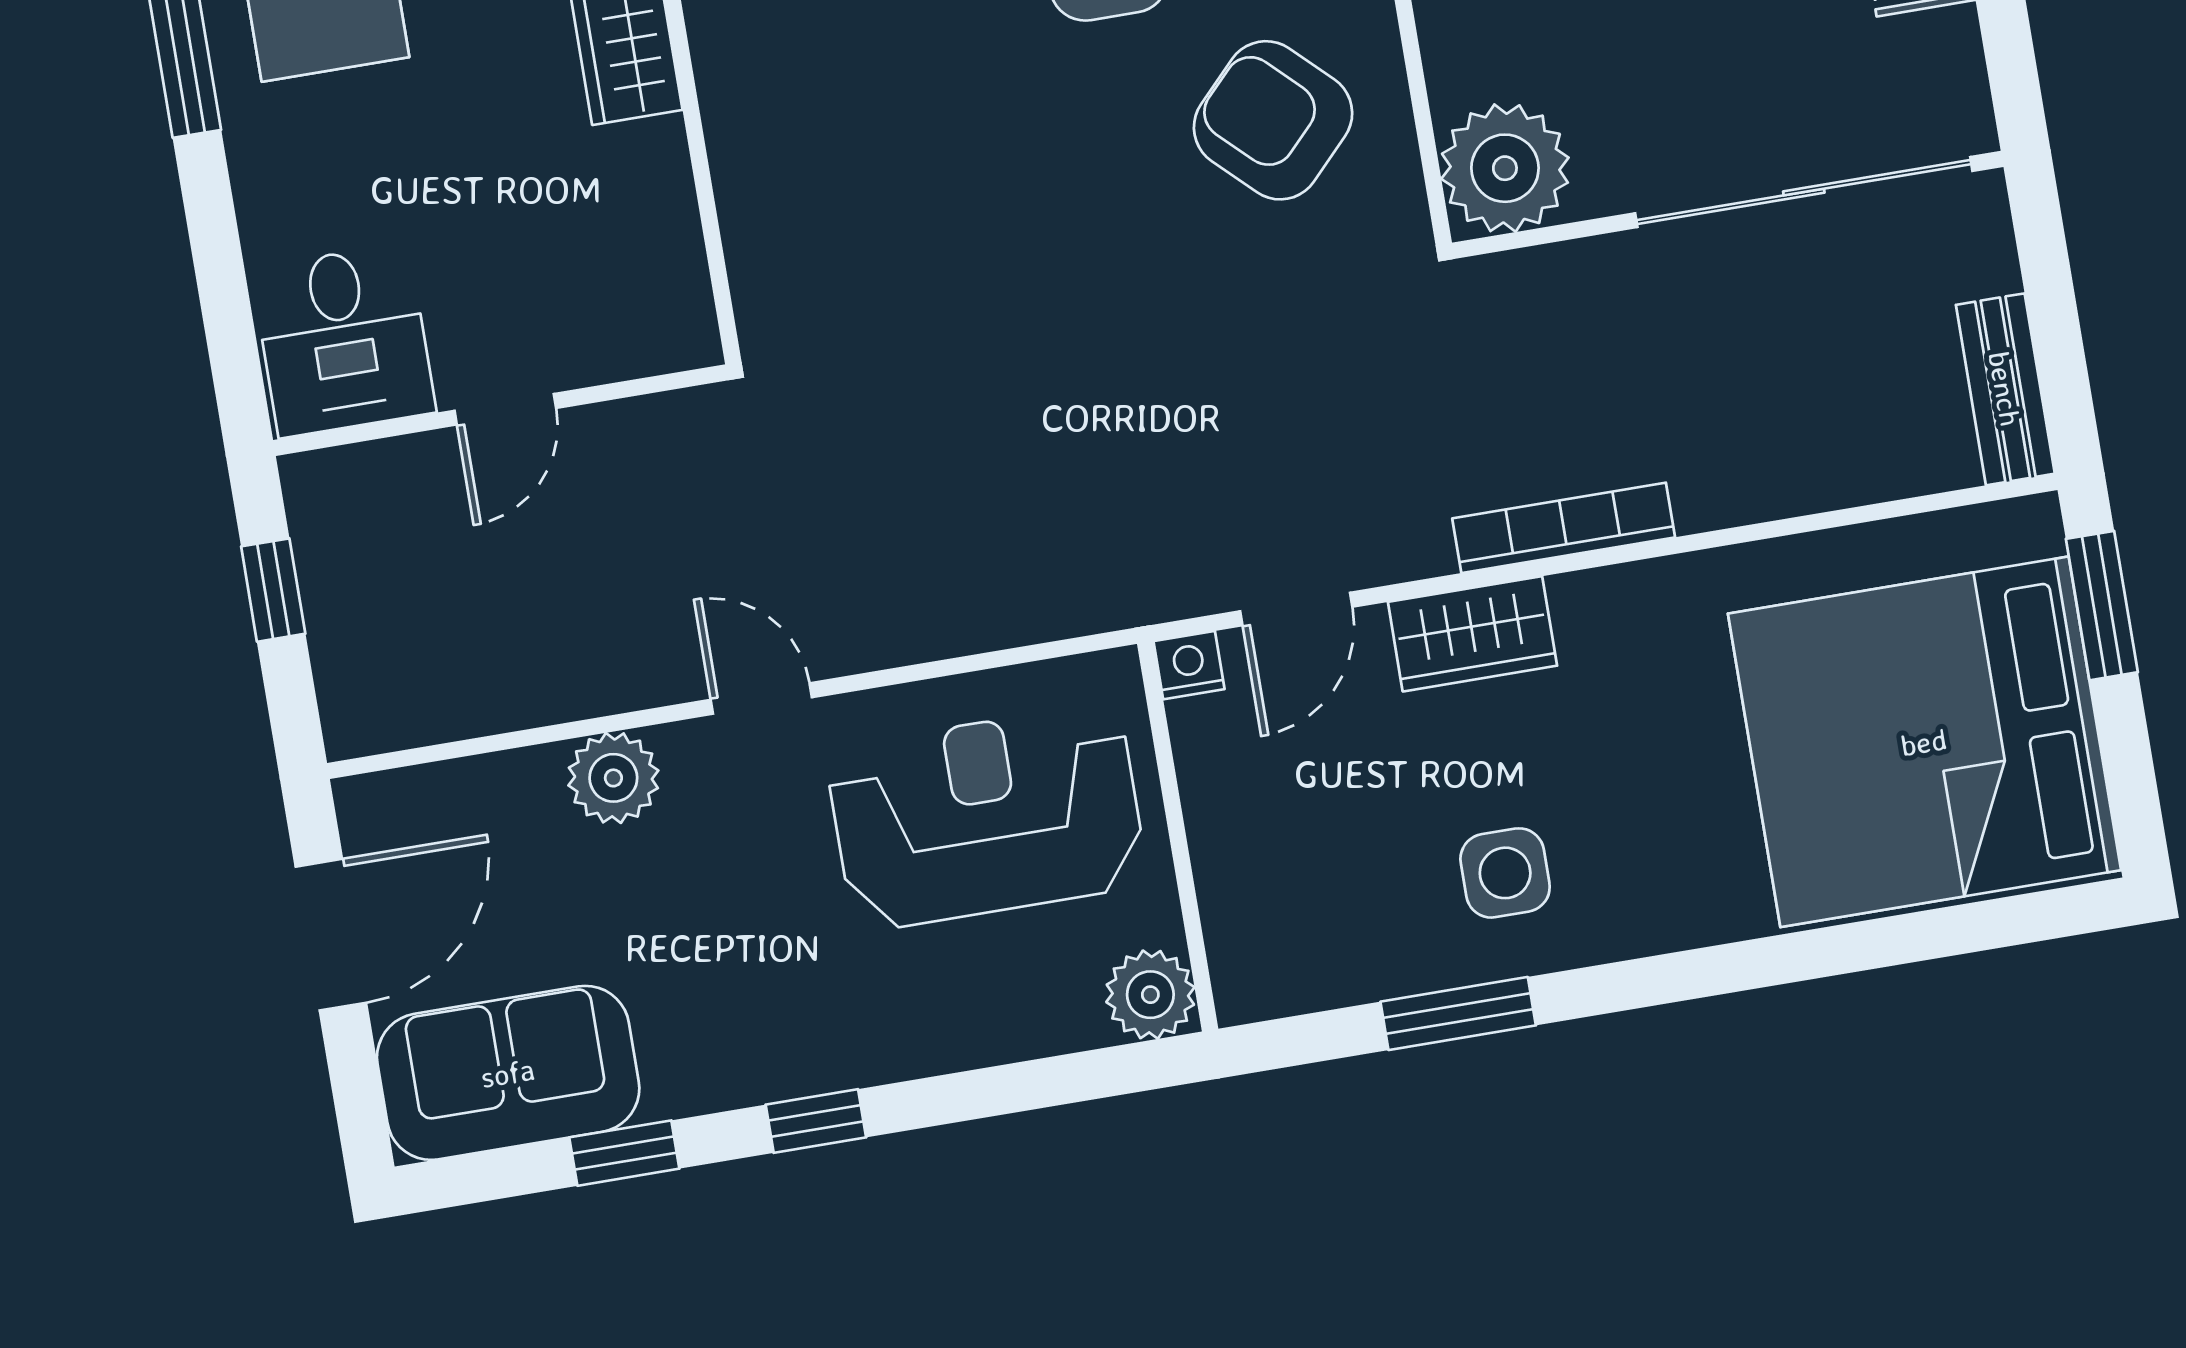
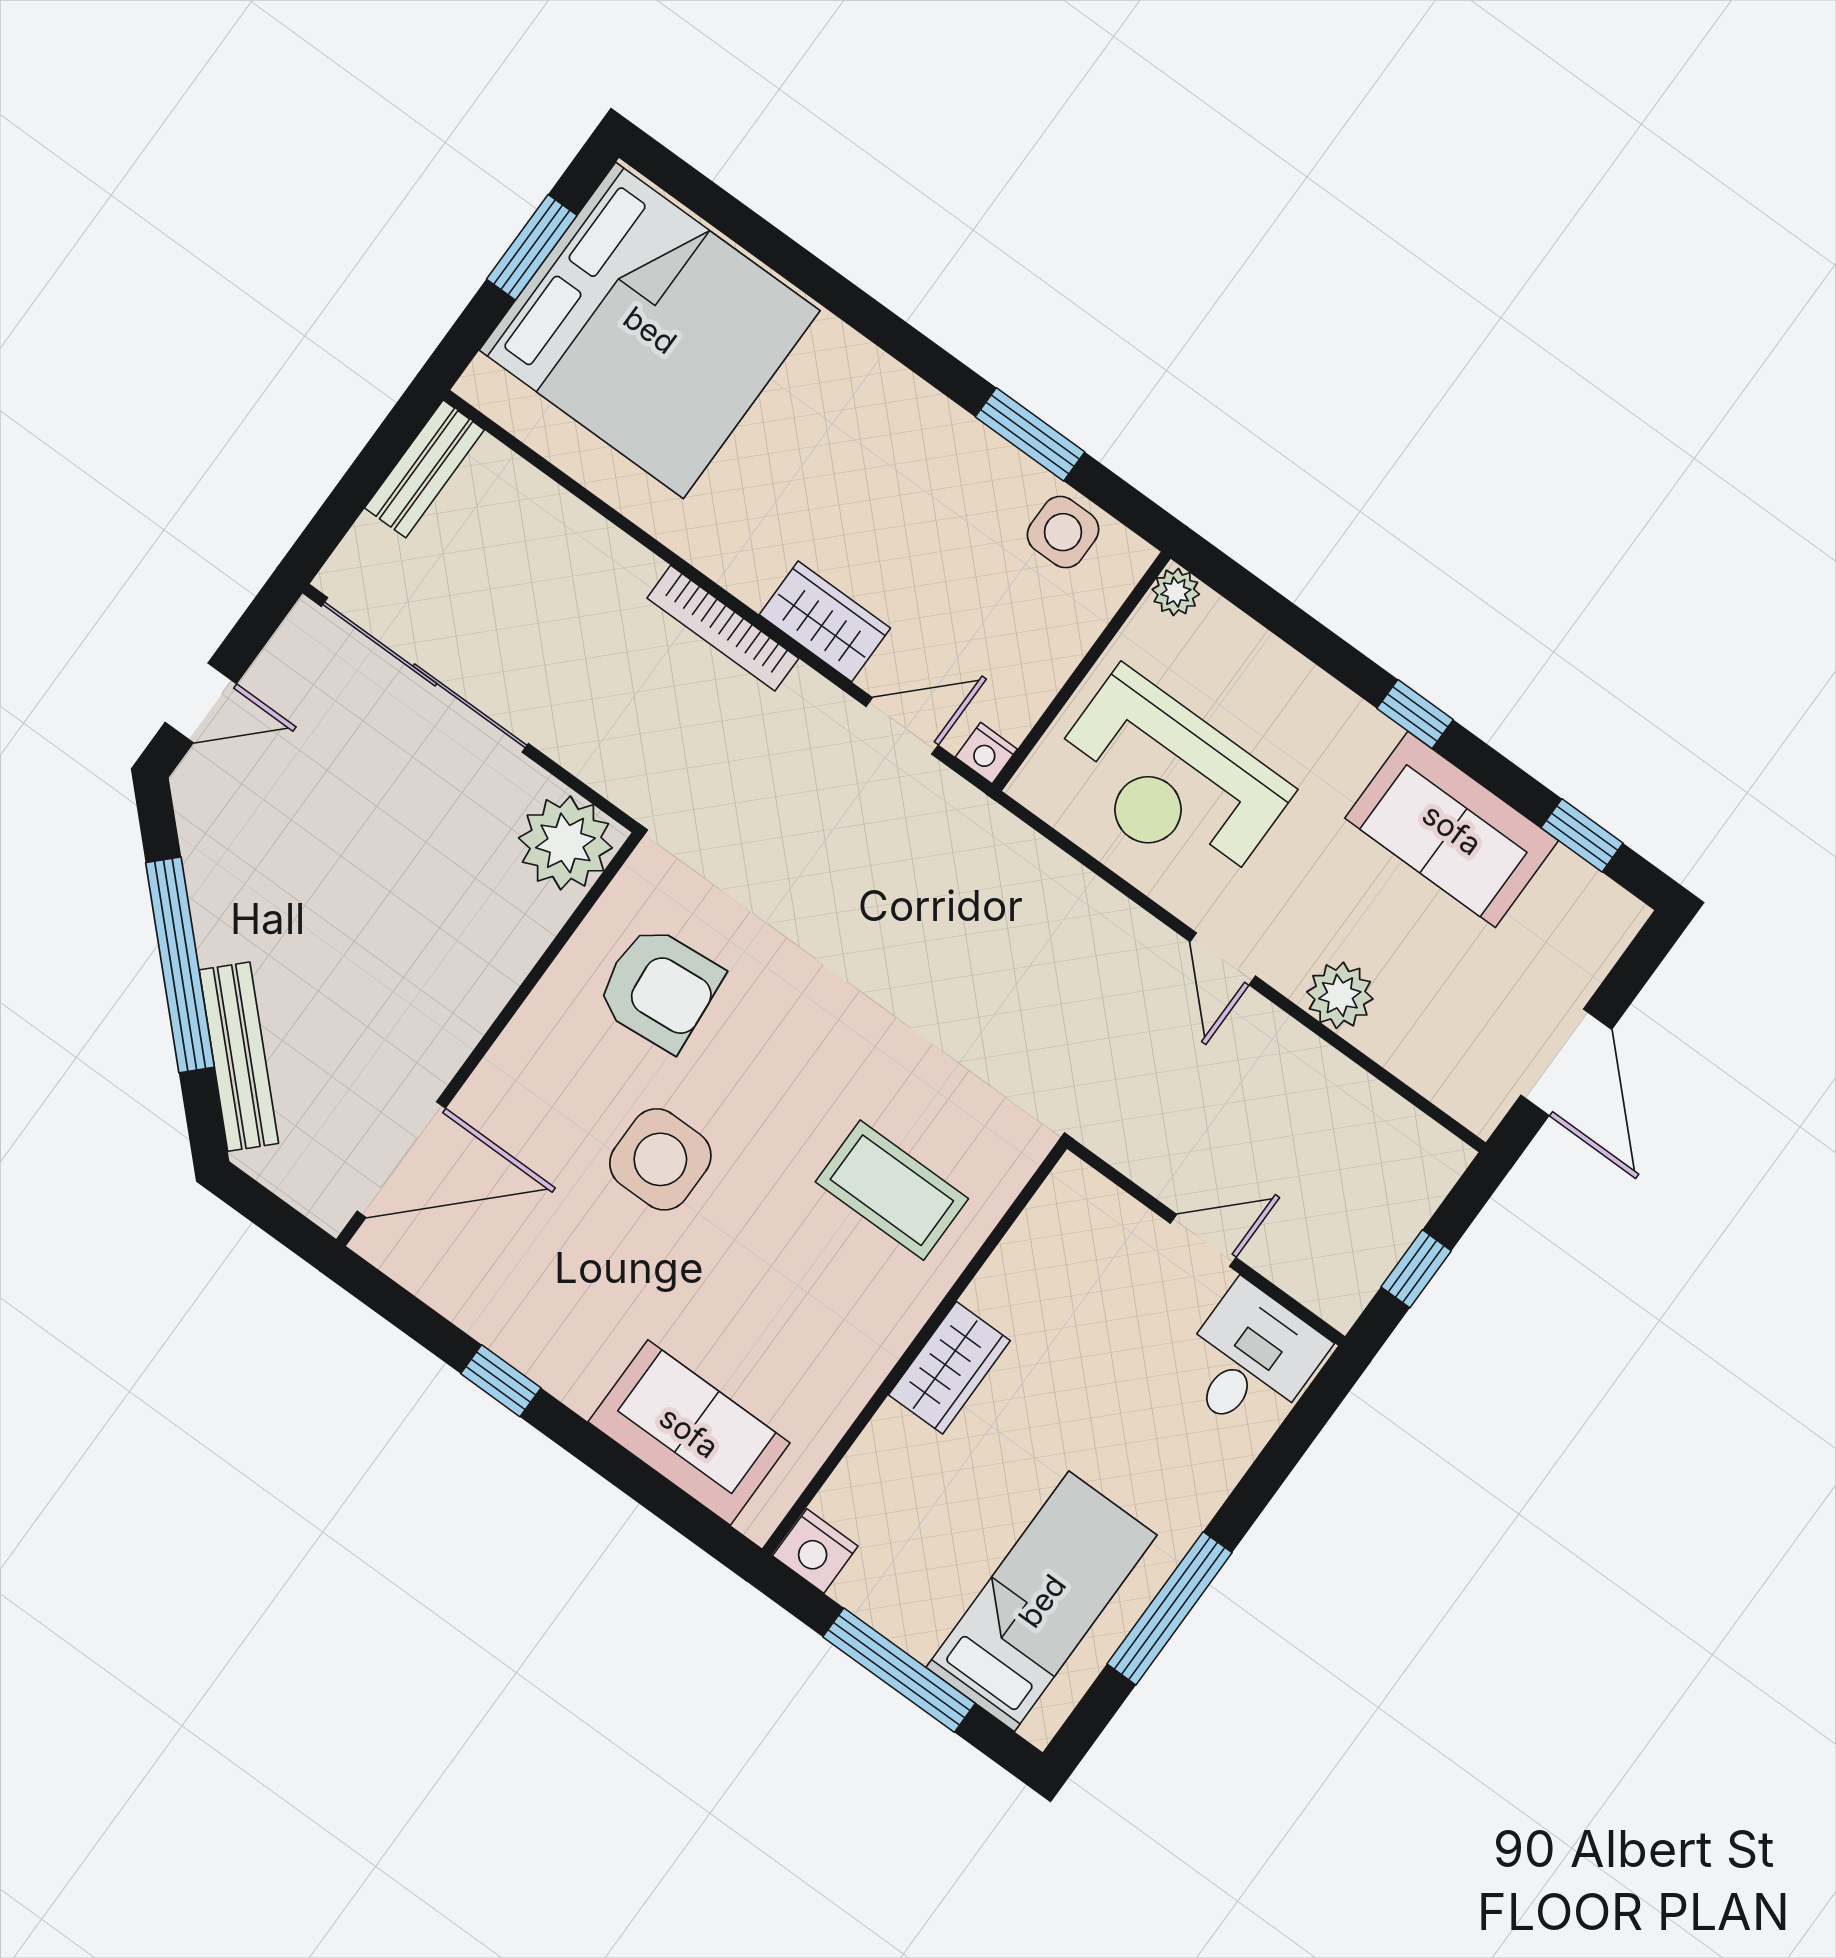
armchair: (1273, 120) -> (659, 988), turned -49
coffee table: (853, 154) -> (892, 1190), added
window: (2102, 606) -> (532, 247), moved
side table: (1505, 873) -> (1063, 532), moved
door: (331, 935) -> (1566, 1062), swing flipped
plant: (1150, 995) -> (1176, 592), width x0.73, depth x0.73
sofa: (508, 1073) -> (1452, 829), moved
window: (624, 1153) -> (1582, 835), moved

